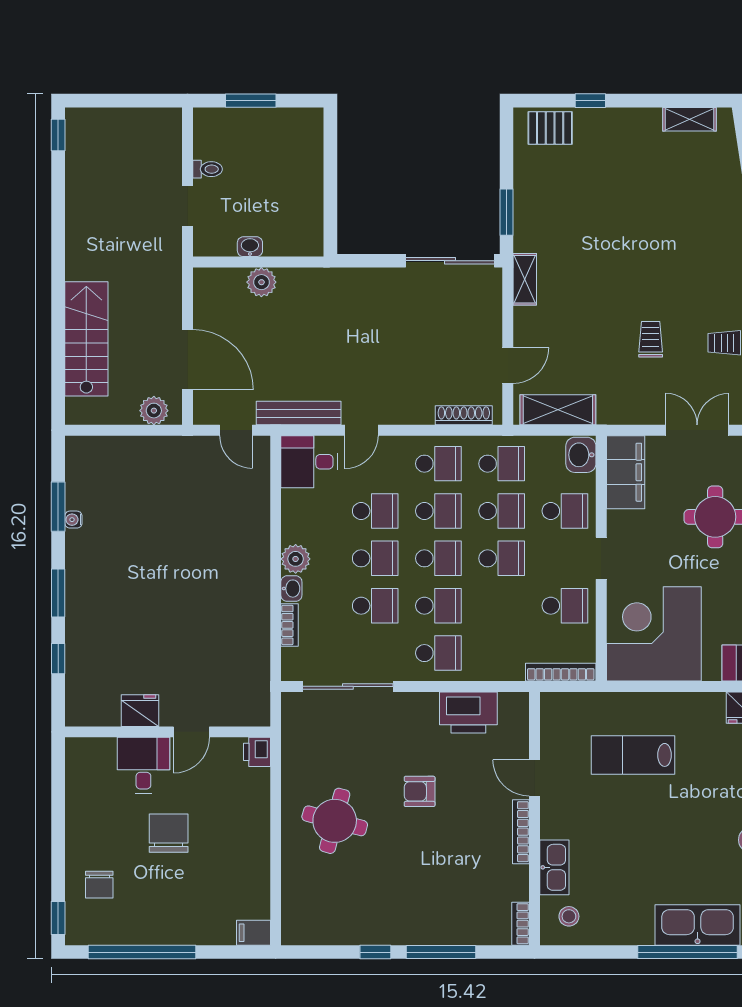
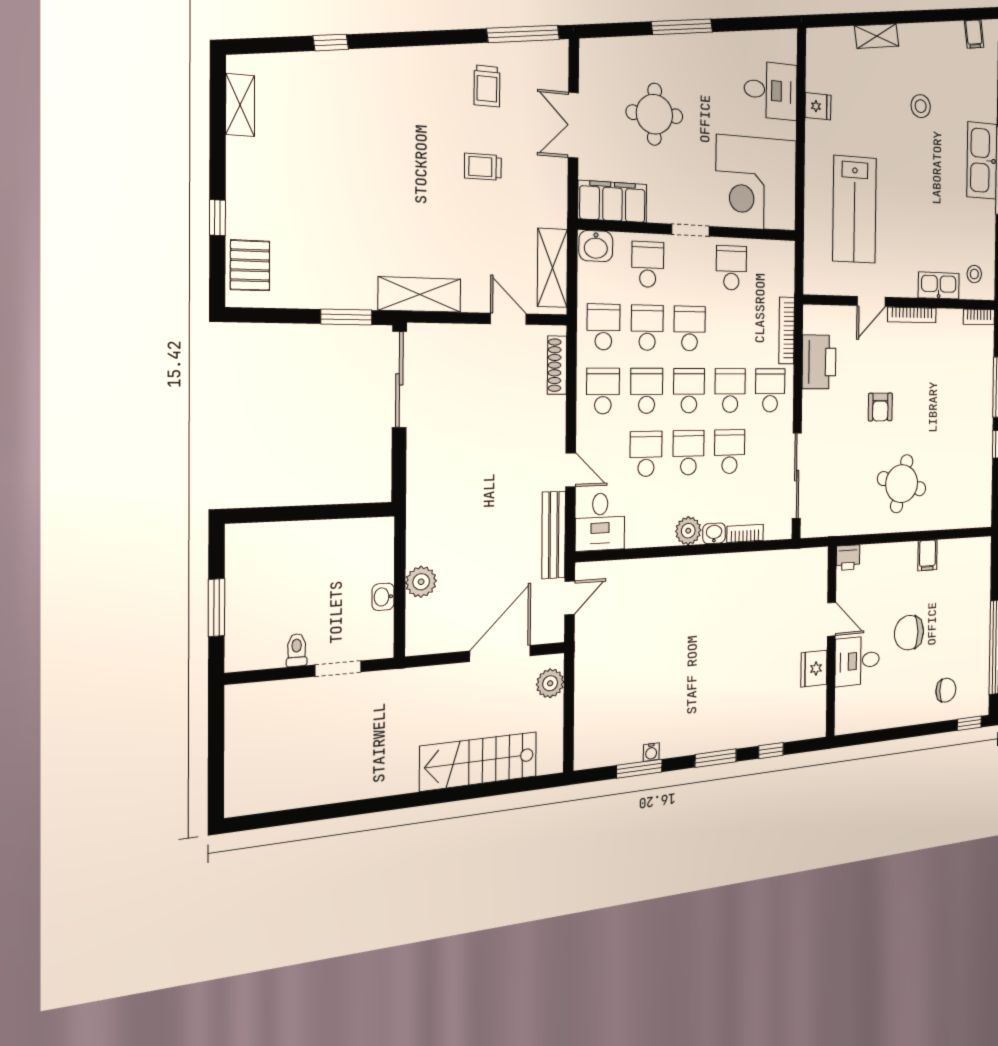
window: (58, 135) -> (257, 821), removed
shelving: (525, 279) -> (420, 294), width x1.50, depth x1.33
bookcase: (561, 672) -> (787, 330), moved
lab bench: (633, 755) -> (854, 209), width x1.36, depth x1.39
filing cabinet: (253, 933) -> (928, 555), moved

